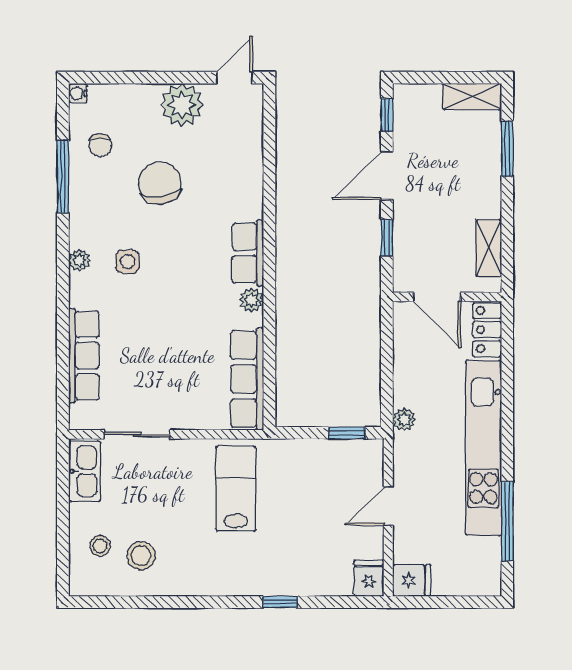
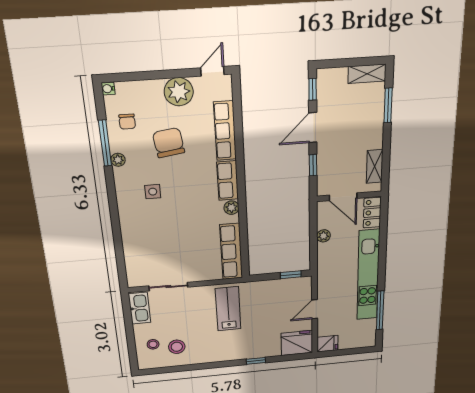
plant: (79, 260) -> (118, 160), moved
row of seats: (84, 356) -> (225, 131), moved, turned 180
plant: (404, 420) -> (323, 236), moved
fridge: (369, 578) -> (297, 343), width x1.88, depth x1.34

